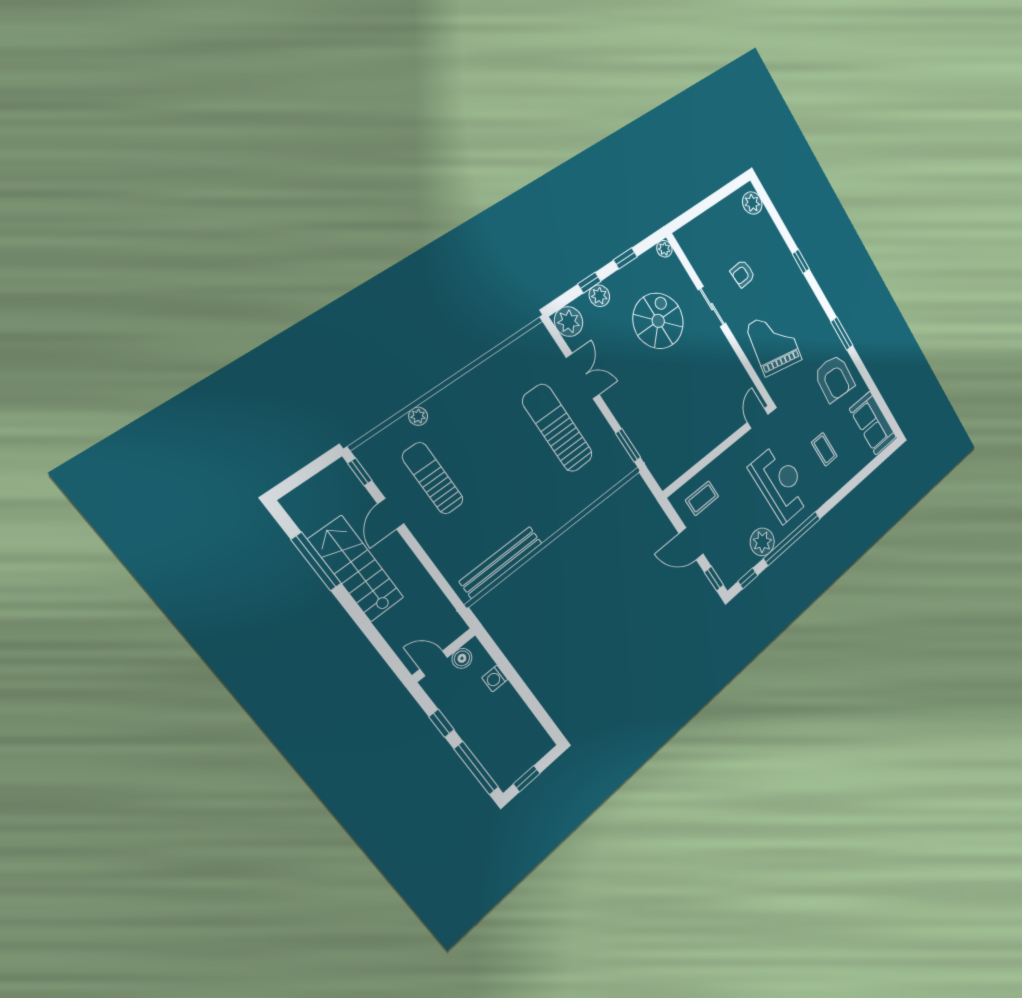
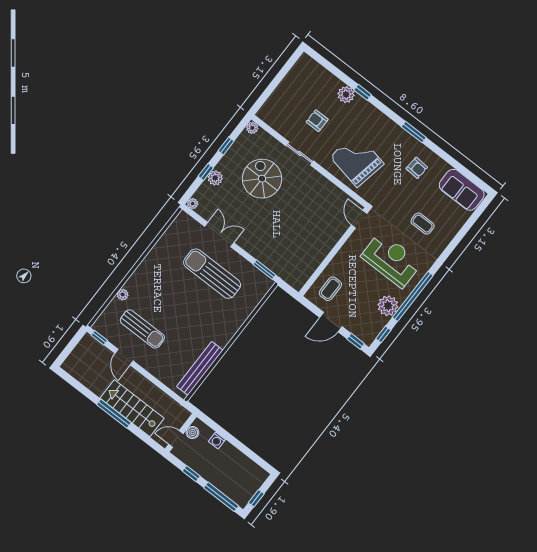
plant: (752, 203) -> (346, 95), moved
armchair: (743, 274) -> (317, 121), turned 94
plant: (569, 322) -> (193, 204), width x0.53, depth x0.53
armchair: (834, 378) -> (417, 168), width x0.53, depth x0.53
sun lounger: (433, 478) -> (142, 329), turned 180
window: (316, 562) -> (114, 414), moved
stairs: (356, 569) -> (132, 408), moved

